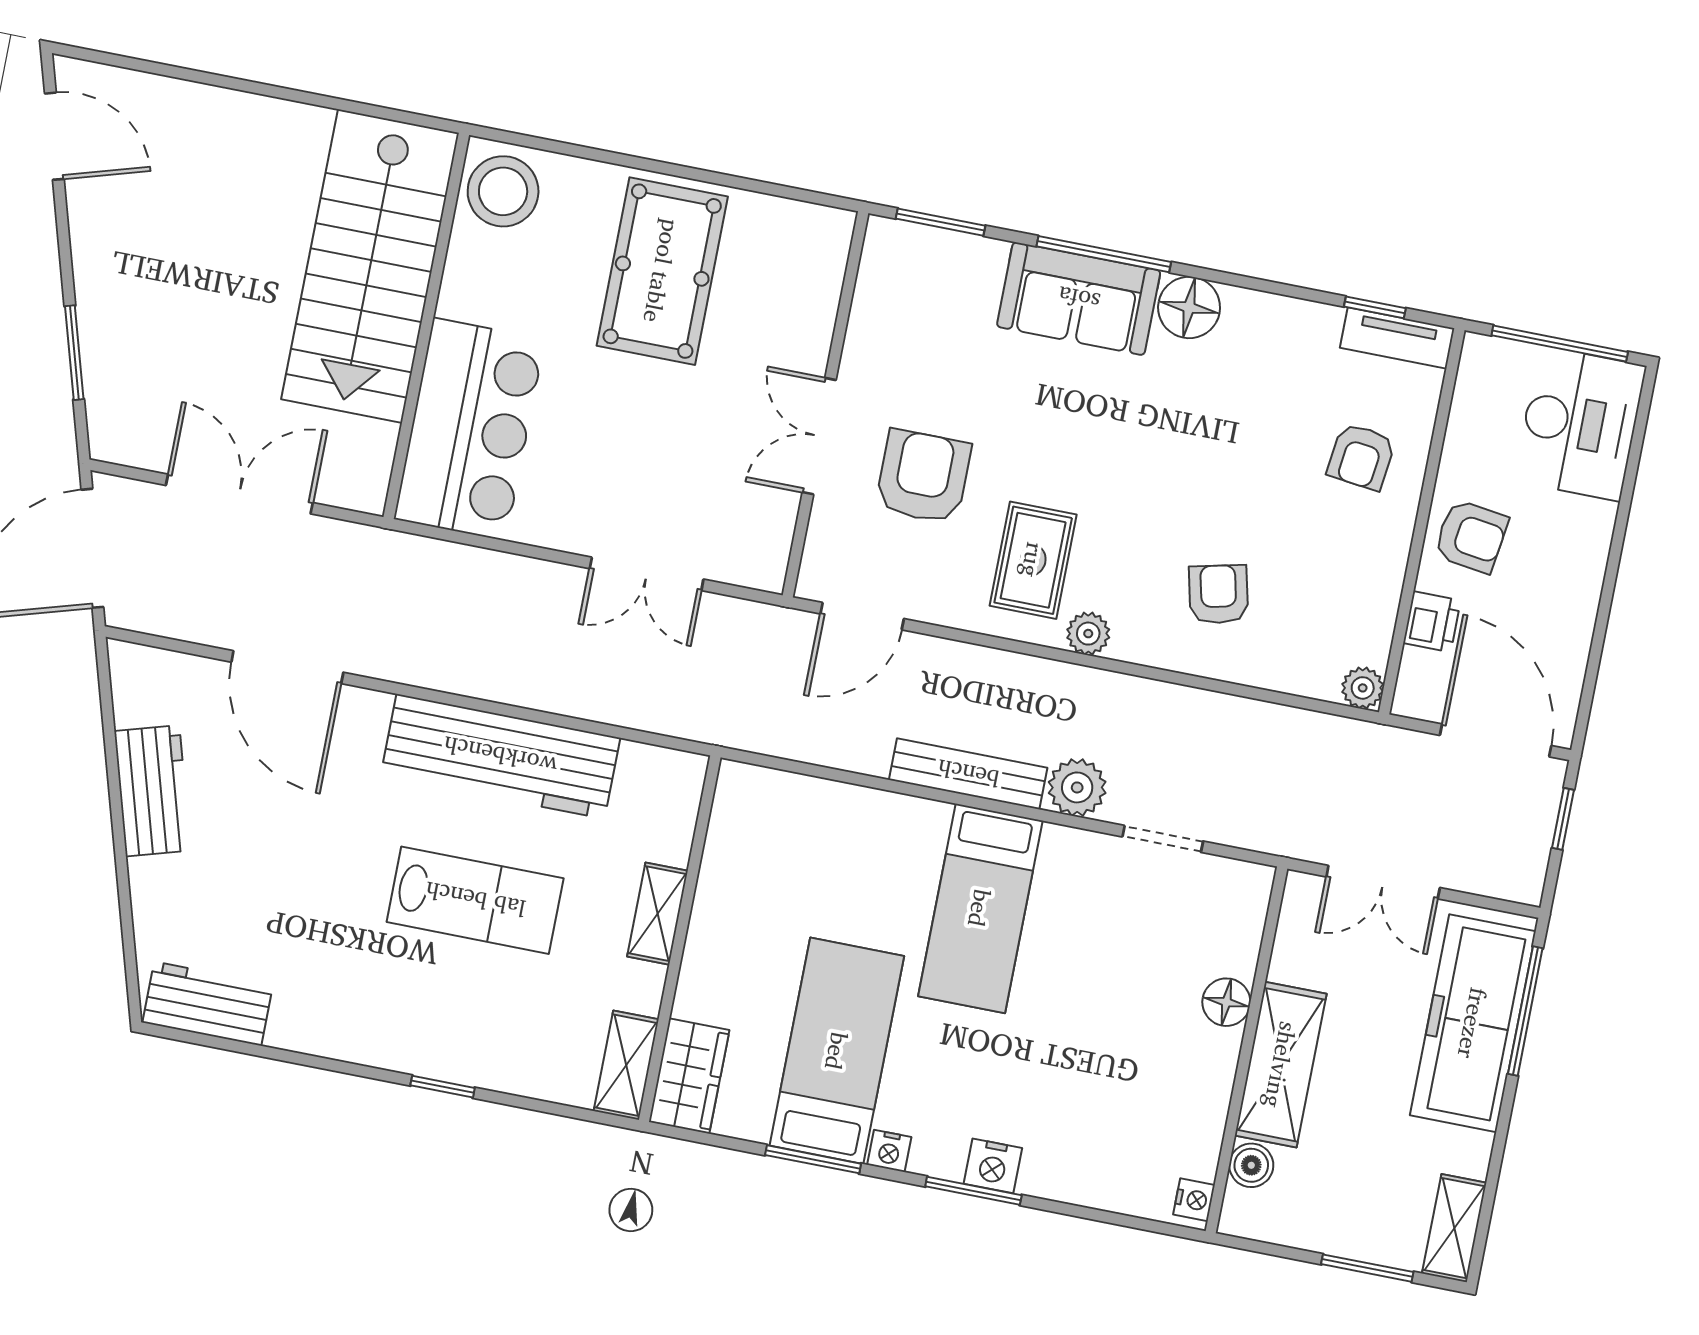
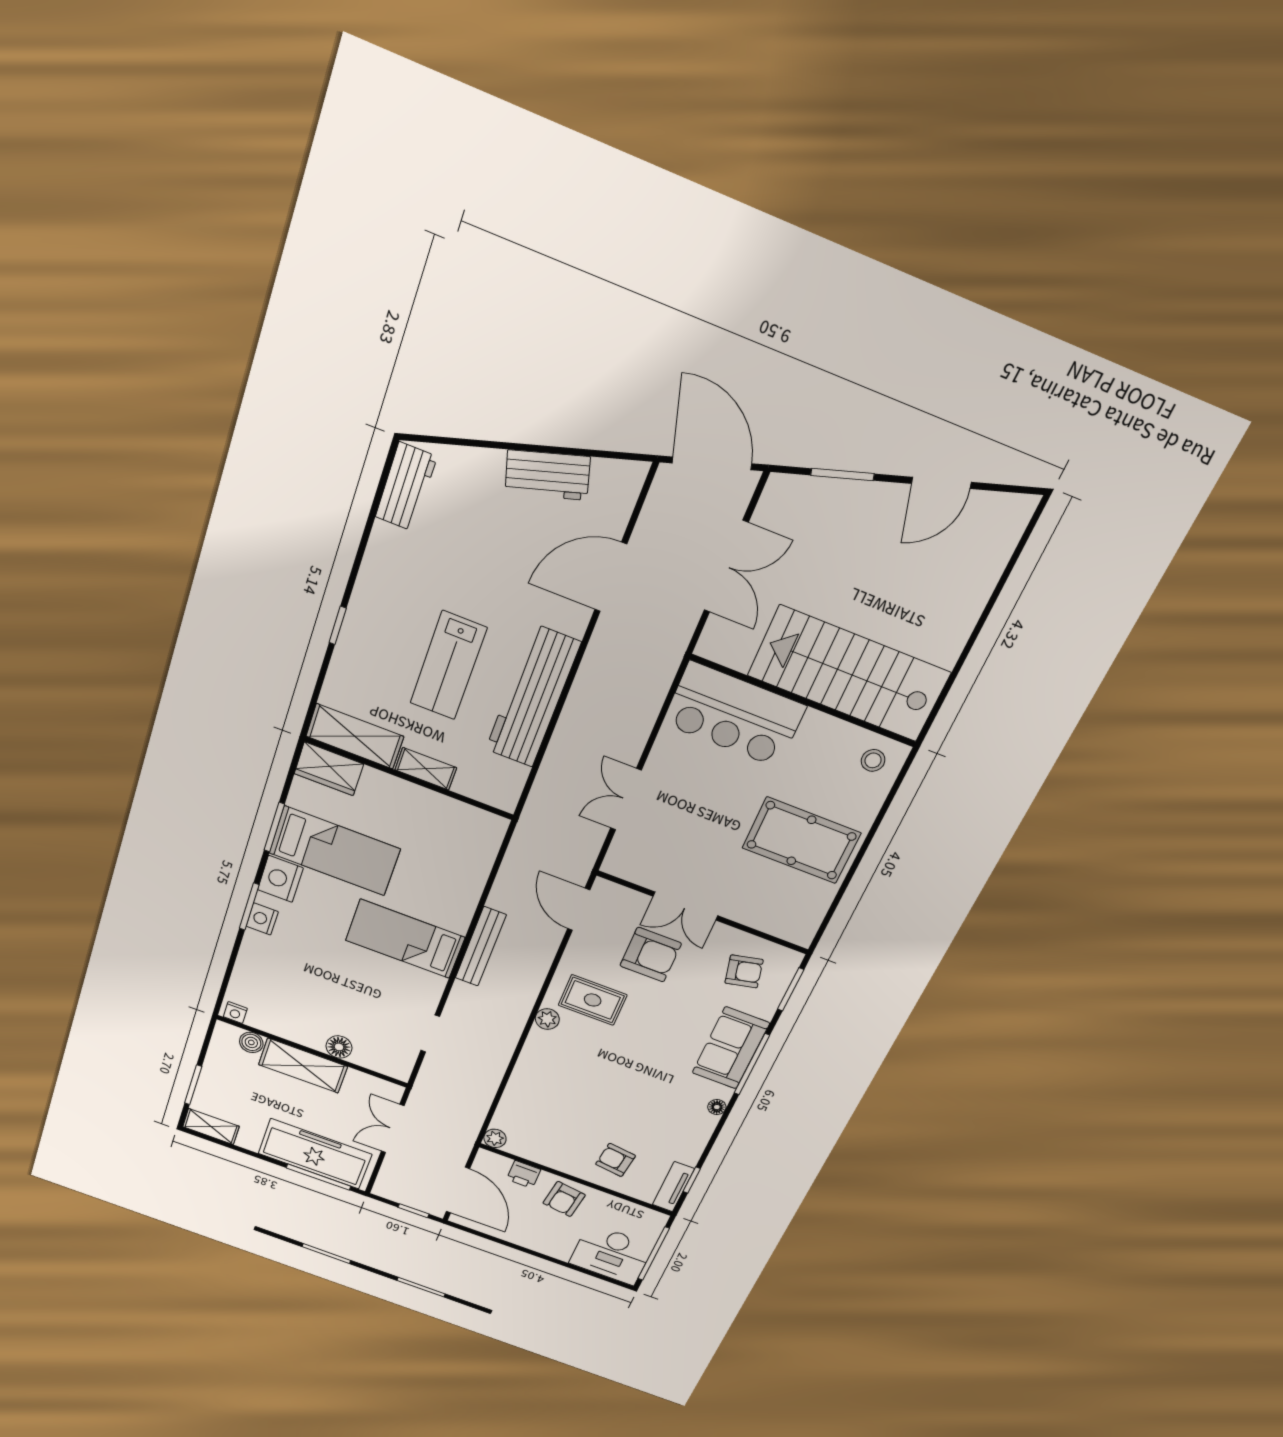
door: (54, 136) -> (941, 483), moved
stool: (503, 191) -> (873, 760), width x0.53, depth x0.53
floor lamp: (1189, 307) -> (717, 1107), width x0.53, depth x0.53
double door: (819, 436) -> (685, 906), swing flipped
armchair: (1218, 594) -> (744, 971), moved
door: (1496, 740) -> (458, 1190), hinge flipped
plant: (1077, 787) -> (464, 998), removed
shelving: (626, 1065) -> (355, 736), width x1.50, depth x1.33
nightstand: (889, 1151) -> (280, 879), width x1.89, depth x1.79

